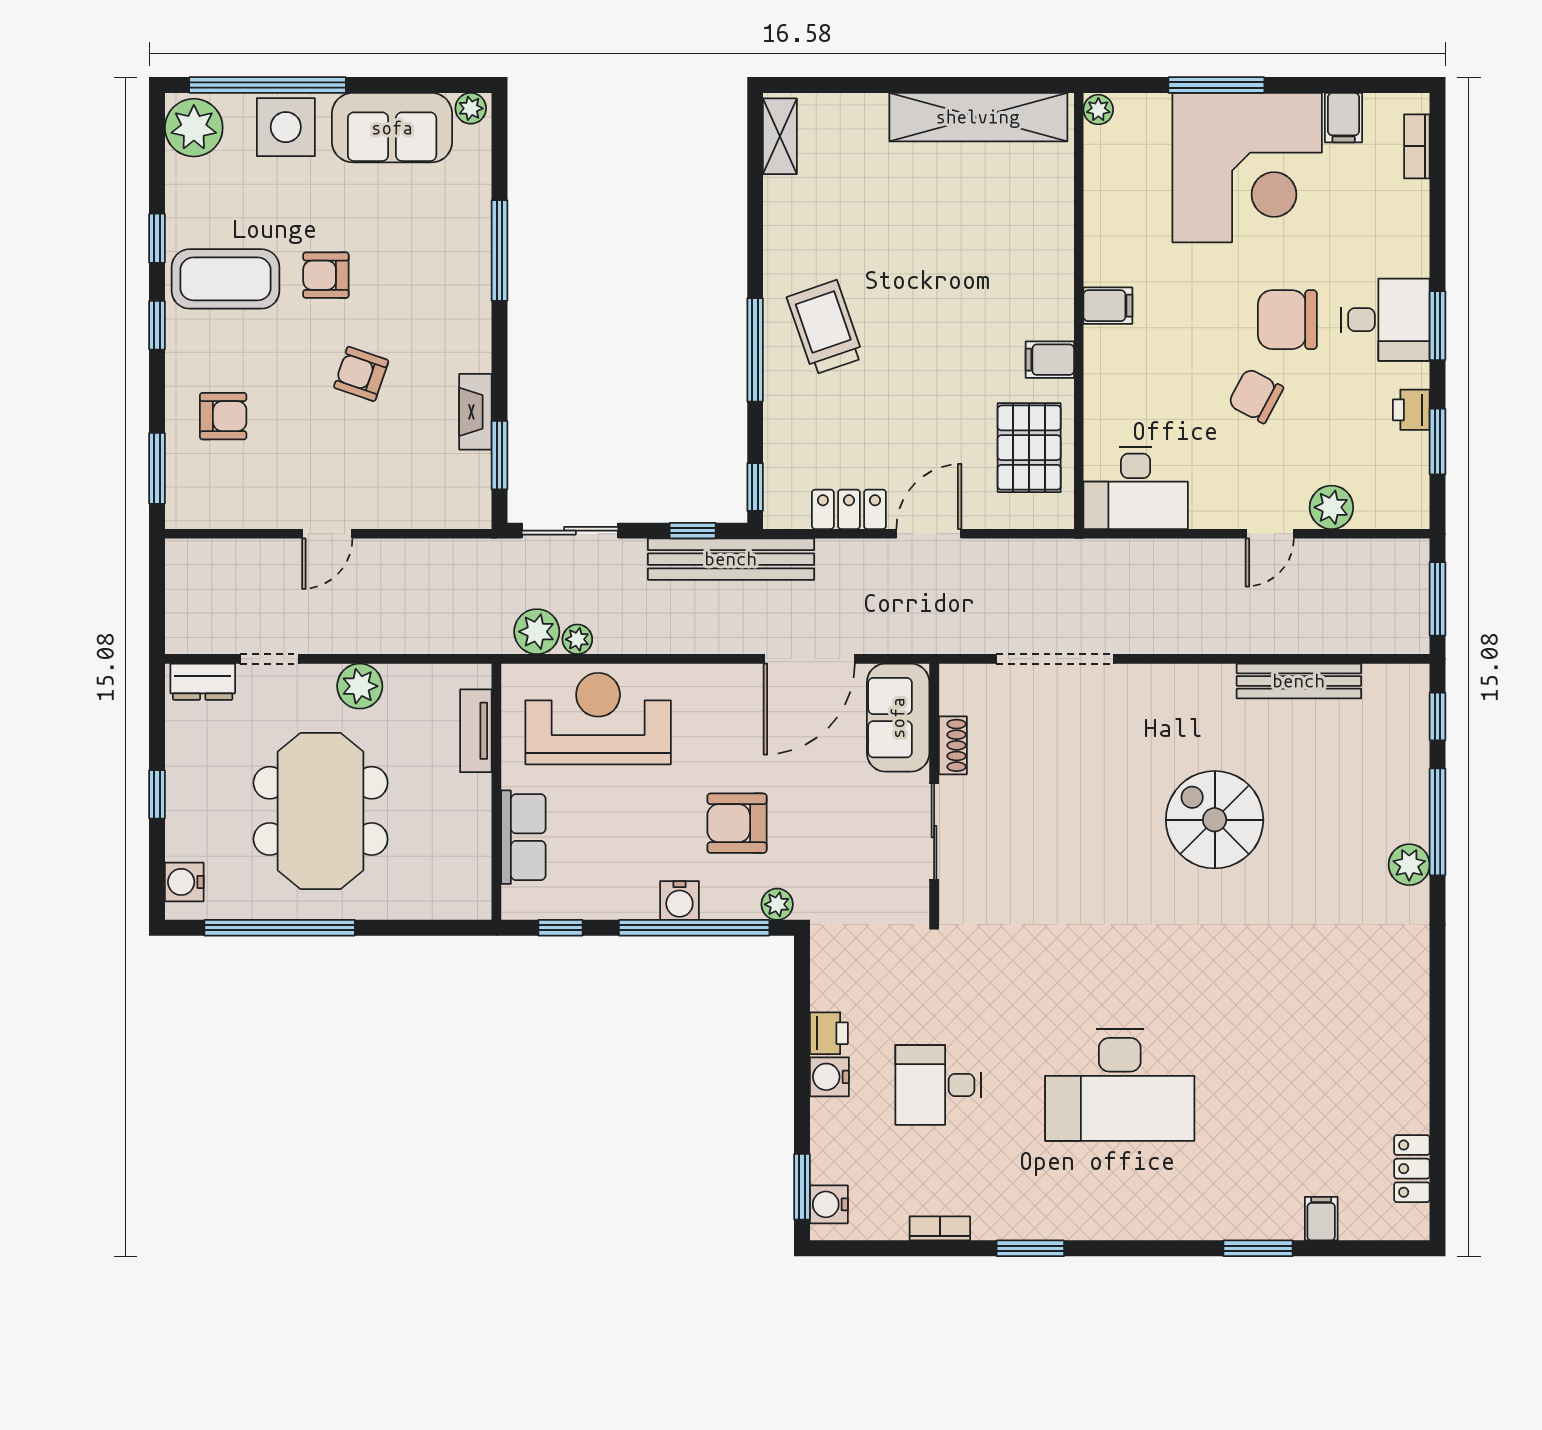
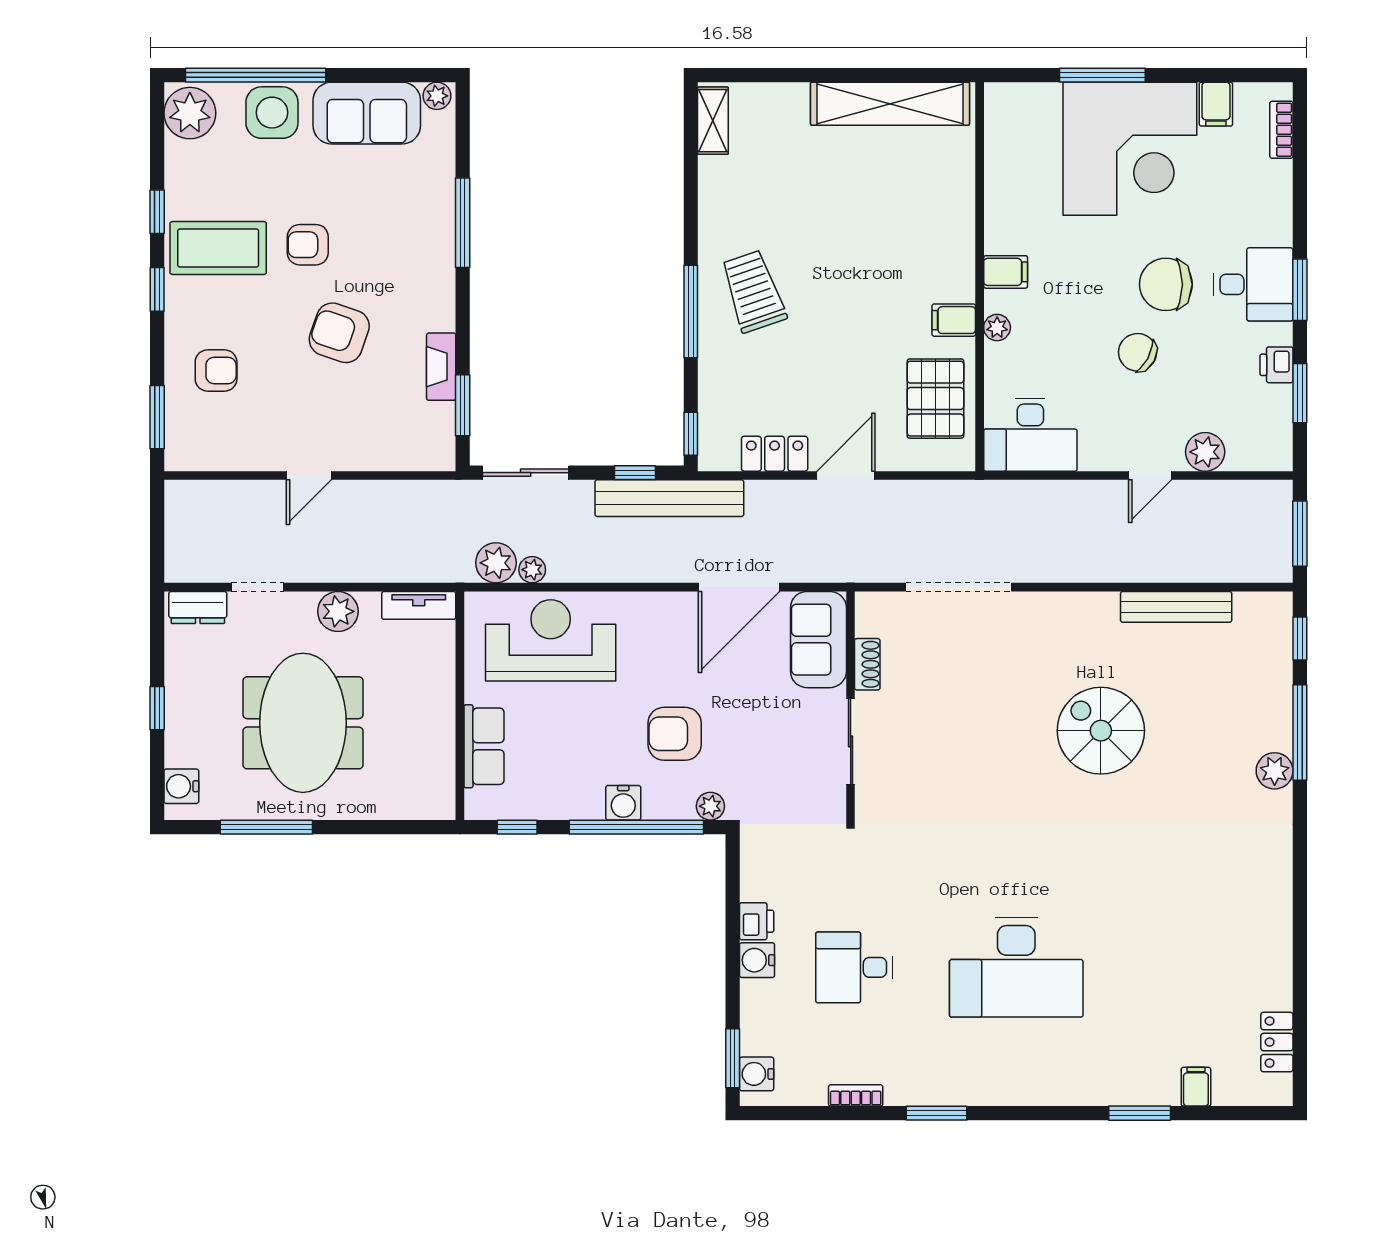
plant: (1098, 110) -> (997, 328), moved
armchair: (361, 374) -> (339, 333), width x1.38, depth x1.38
tv unit: (476, 731) -> (419, 605), moved, turned -90
window: (280, 928) -> (266, 827), width x0.68

